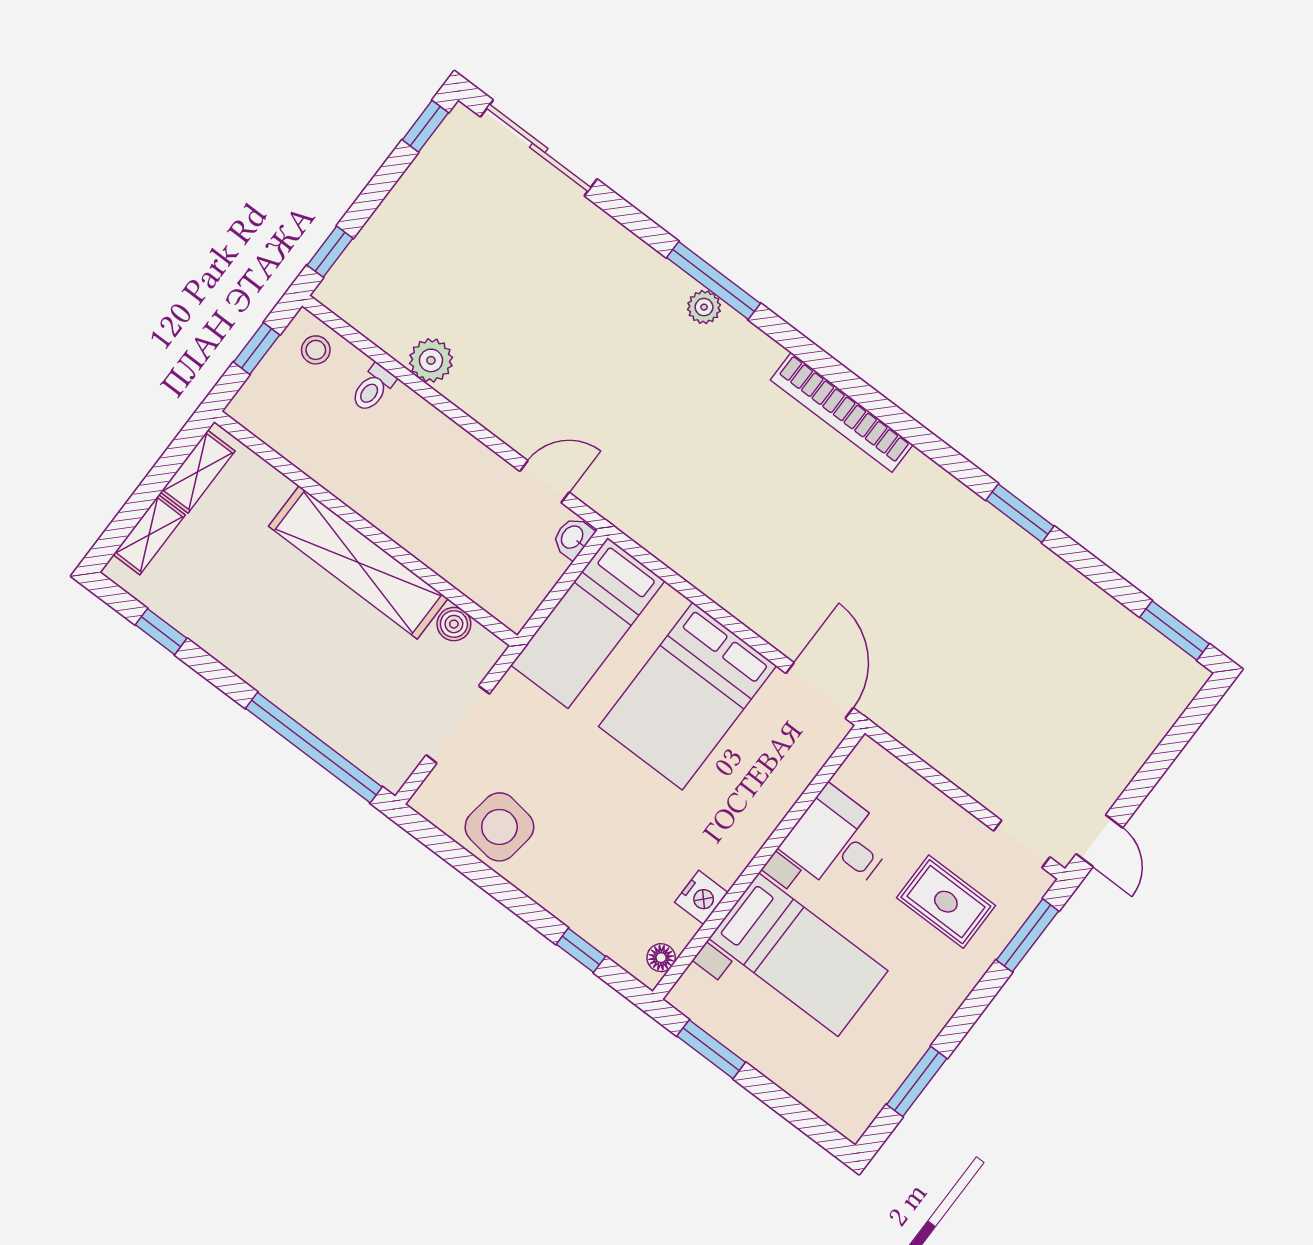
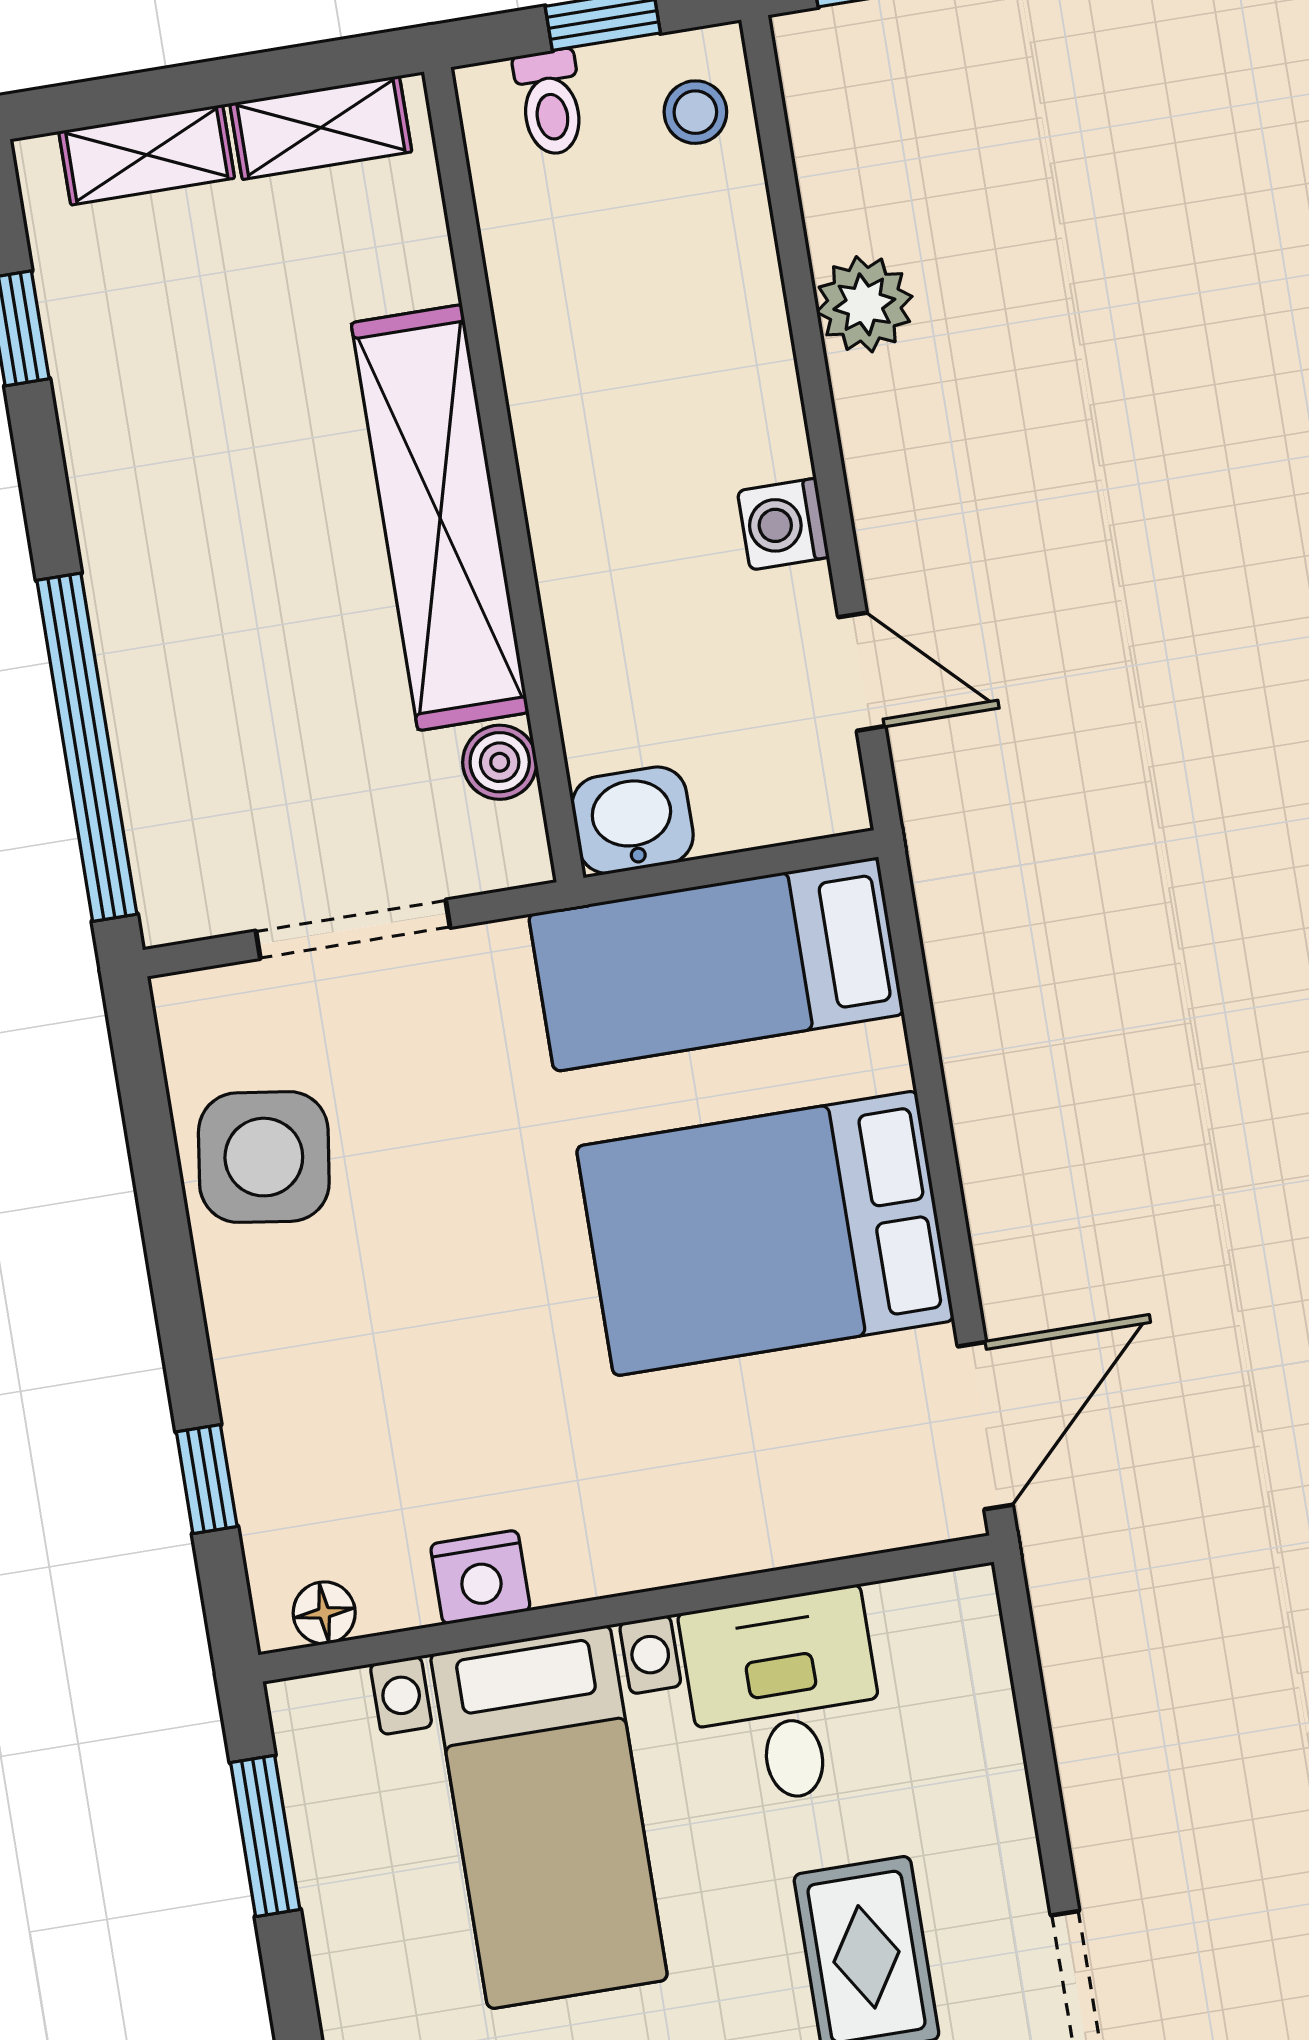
toilet: (373, 388) -> (550, 103), moved, turned -90
washing machine: (473, 458) -> (783, 524), added
washbasin: (573, 538) -> (633, 820), moved, width x1.38, depth x1.45

